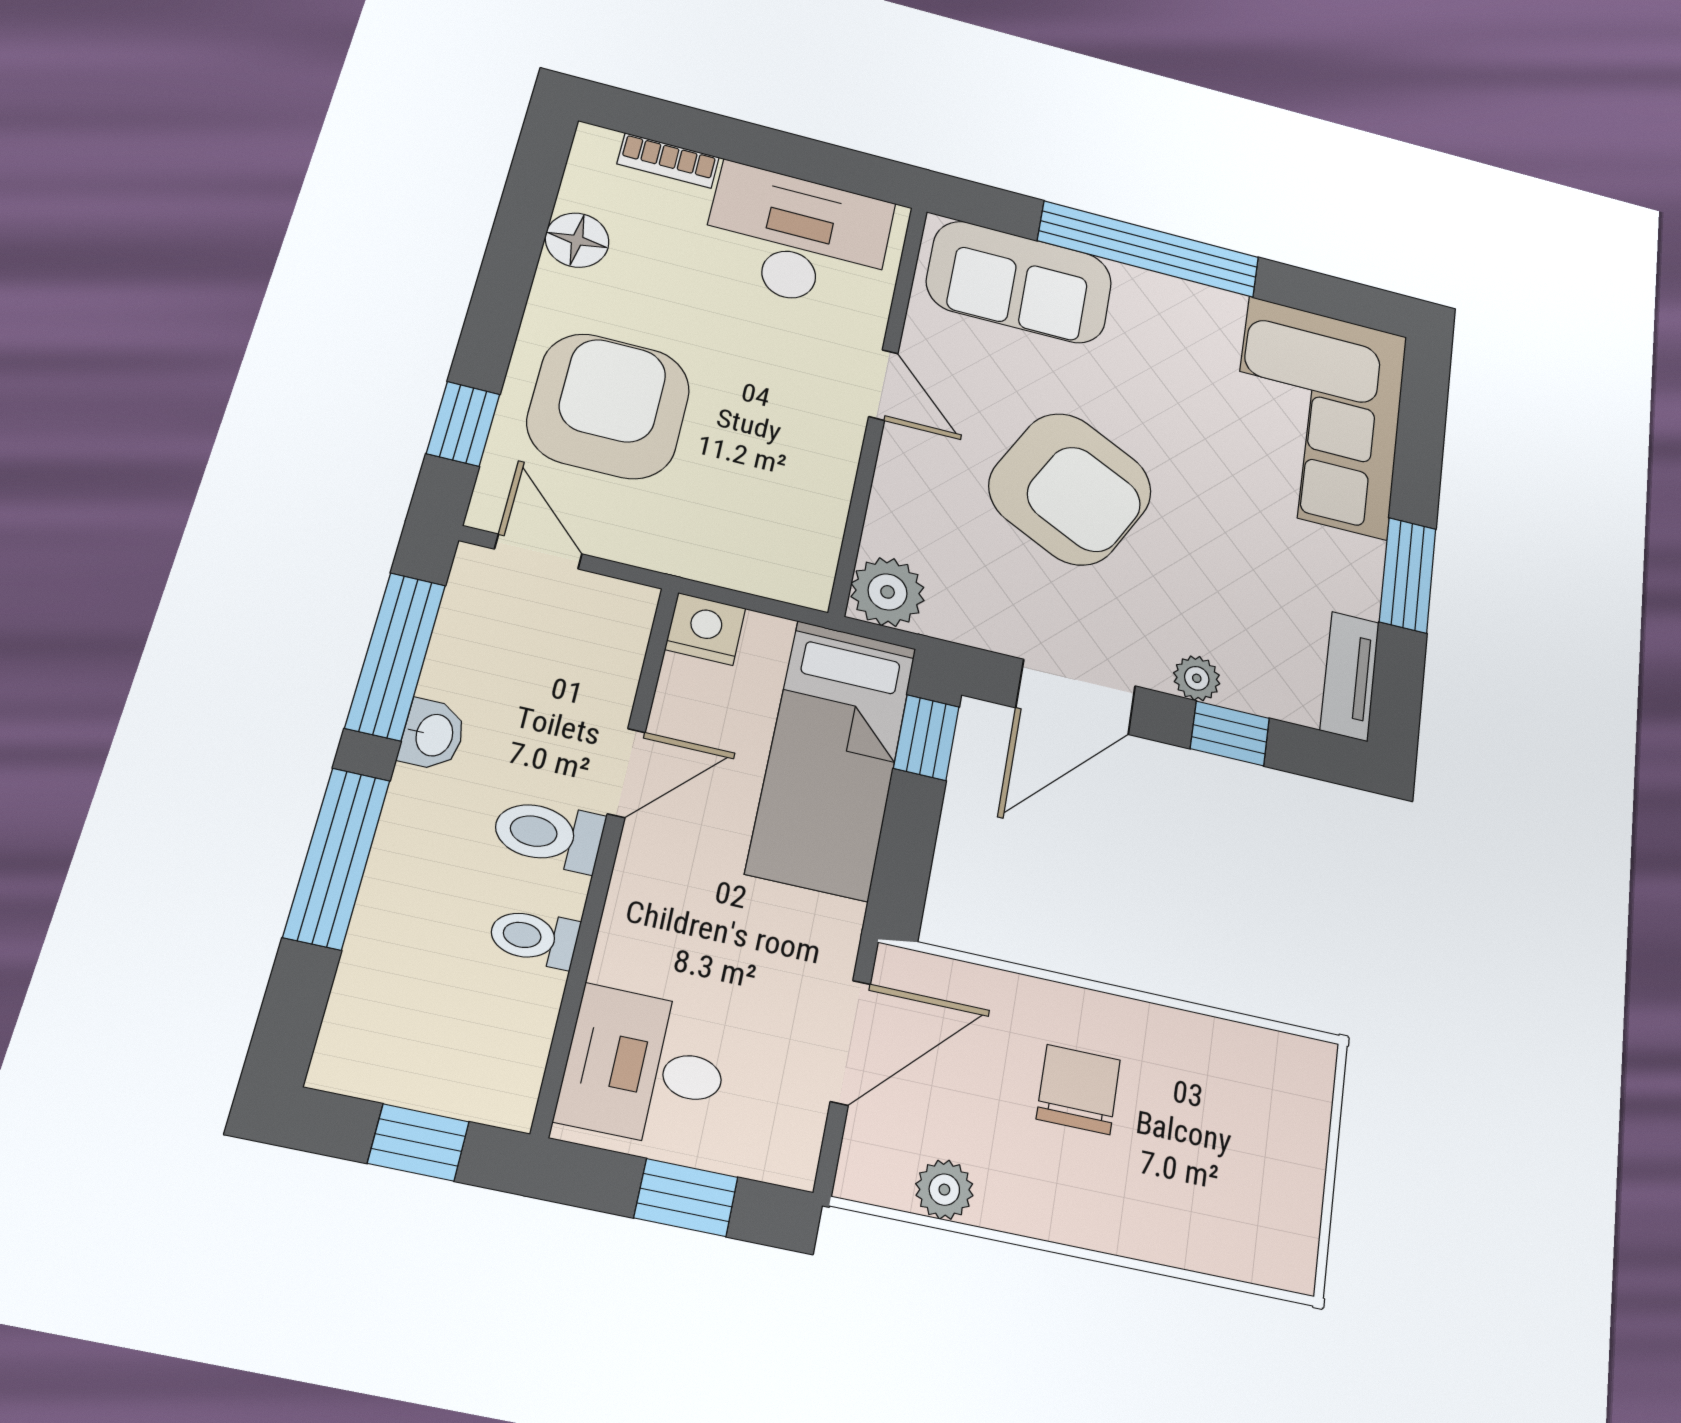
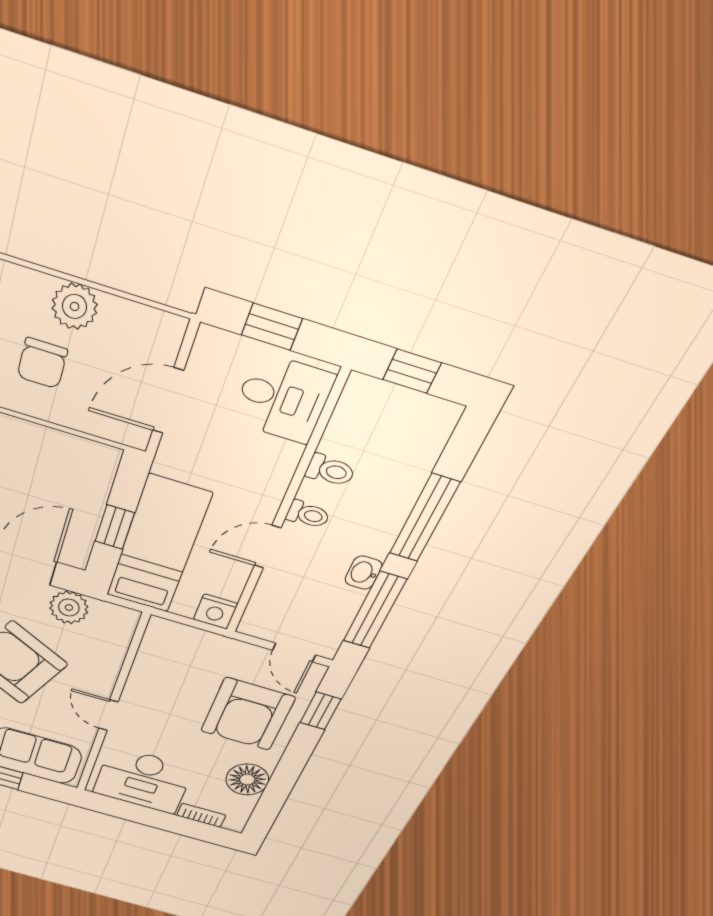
floor lamp: (577, 240) -> (247, 780), width x1.38, depth x1.38
plant: (888, 592) -> (69, 608), moved
window: (926, 737) -> (115, 527), moved
toilet: (548, 834) -> (308, 514), width x0.73, depth x0.72
plant: (944, 1190) -> (75, 306), moved, width x1.38, depth x1.38

